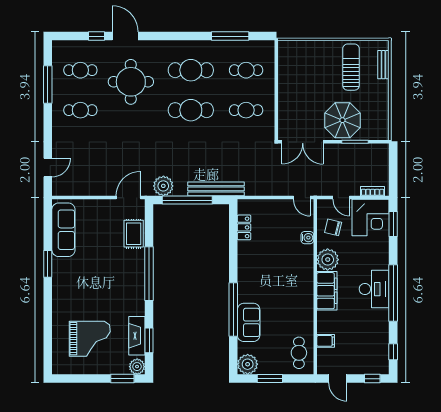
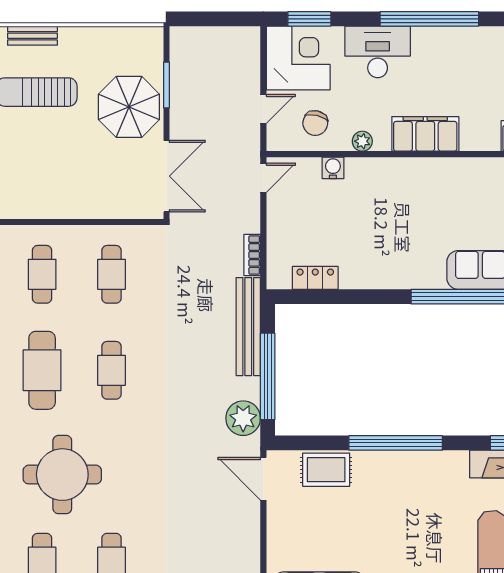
cafe table: (191, 110) -> (112, 370), width x0.73, depth x0.74
bookcase: (373, 191) -> (252, 255), moved
plant: (328, 260) -> (362, 141), width x0.53, depth x0.53
desk: (374, 289) -> (378, 52), moved

